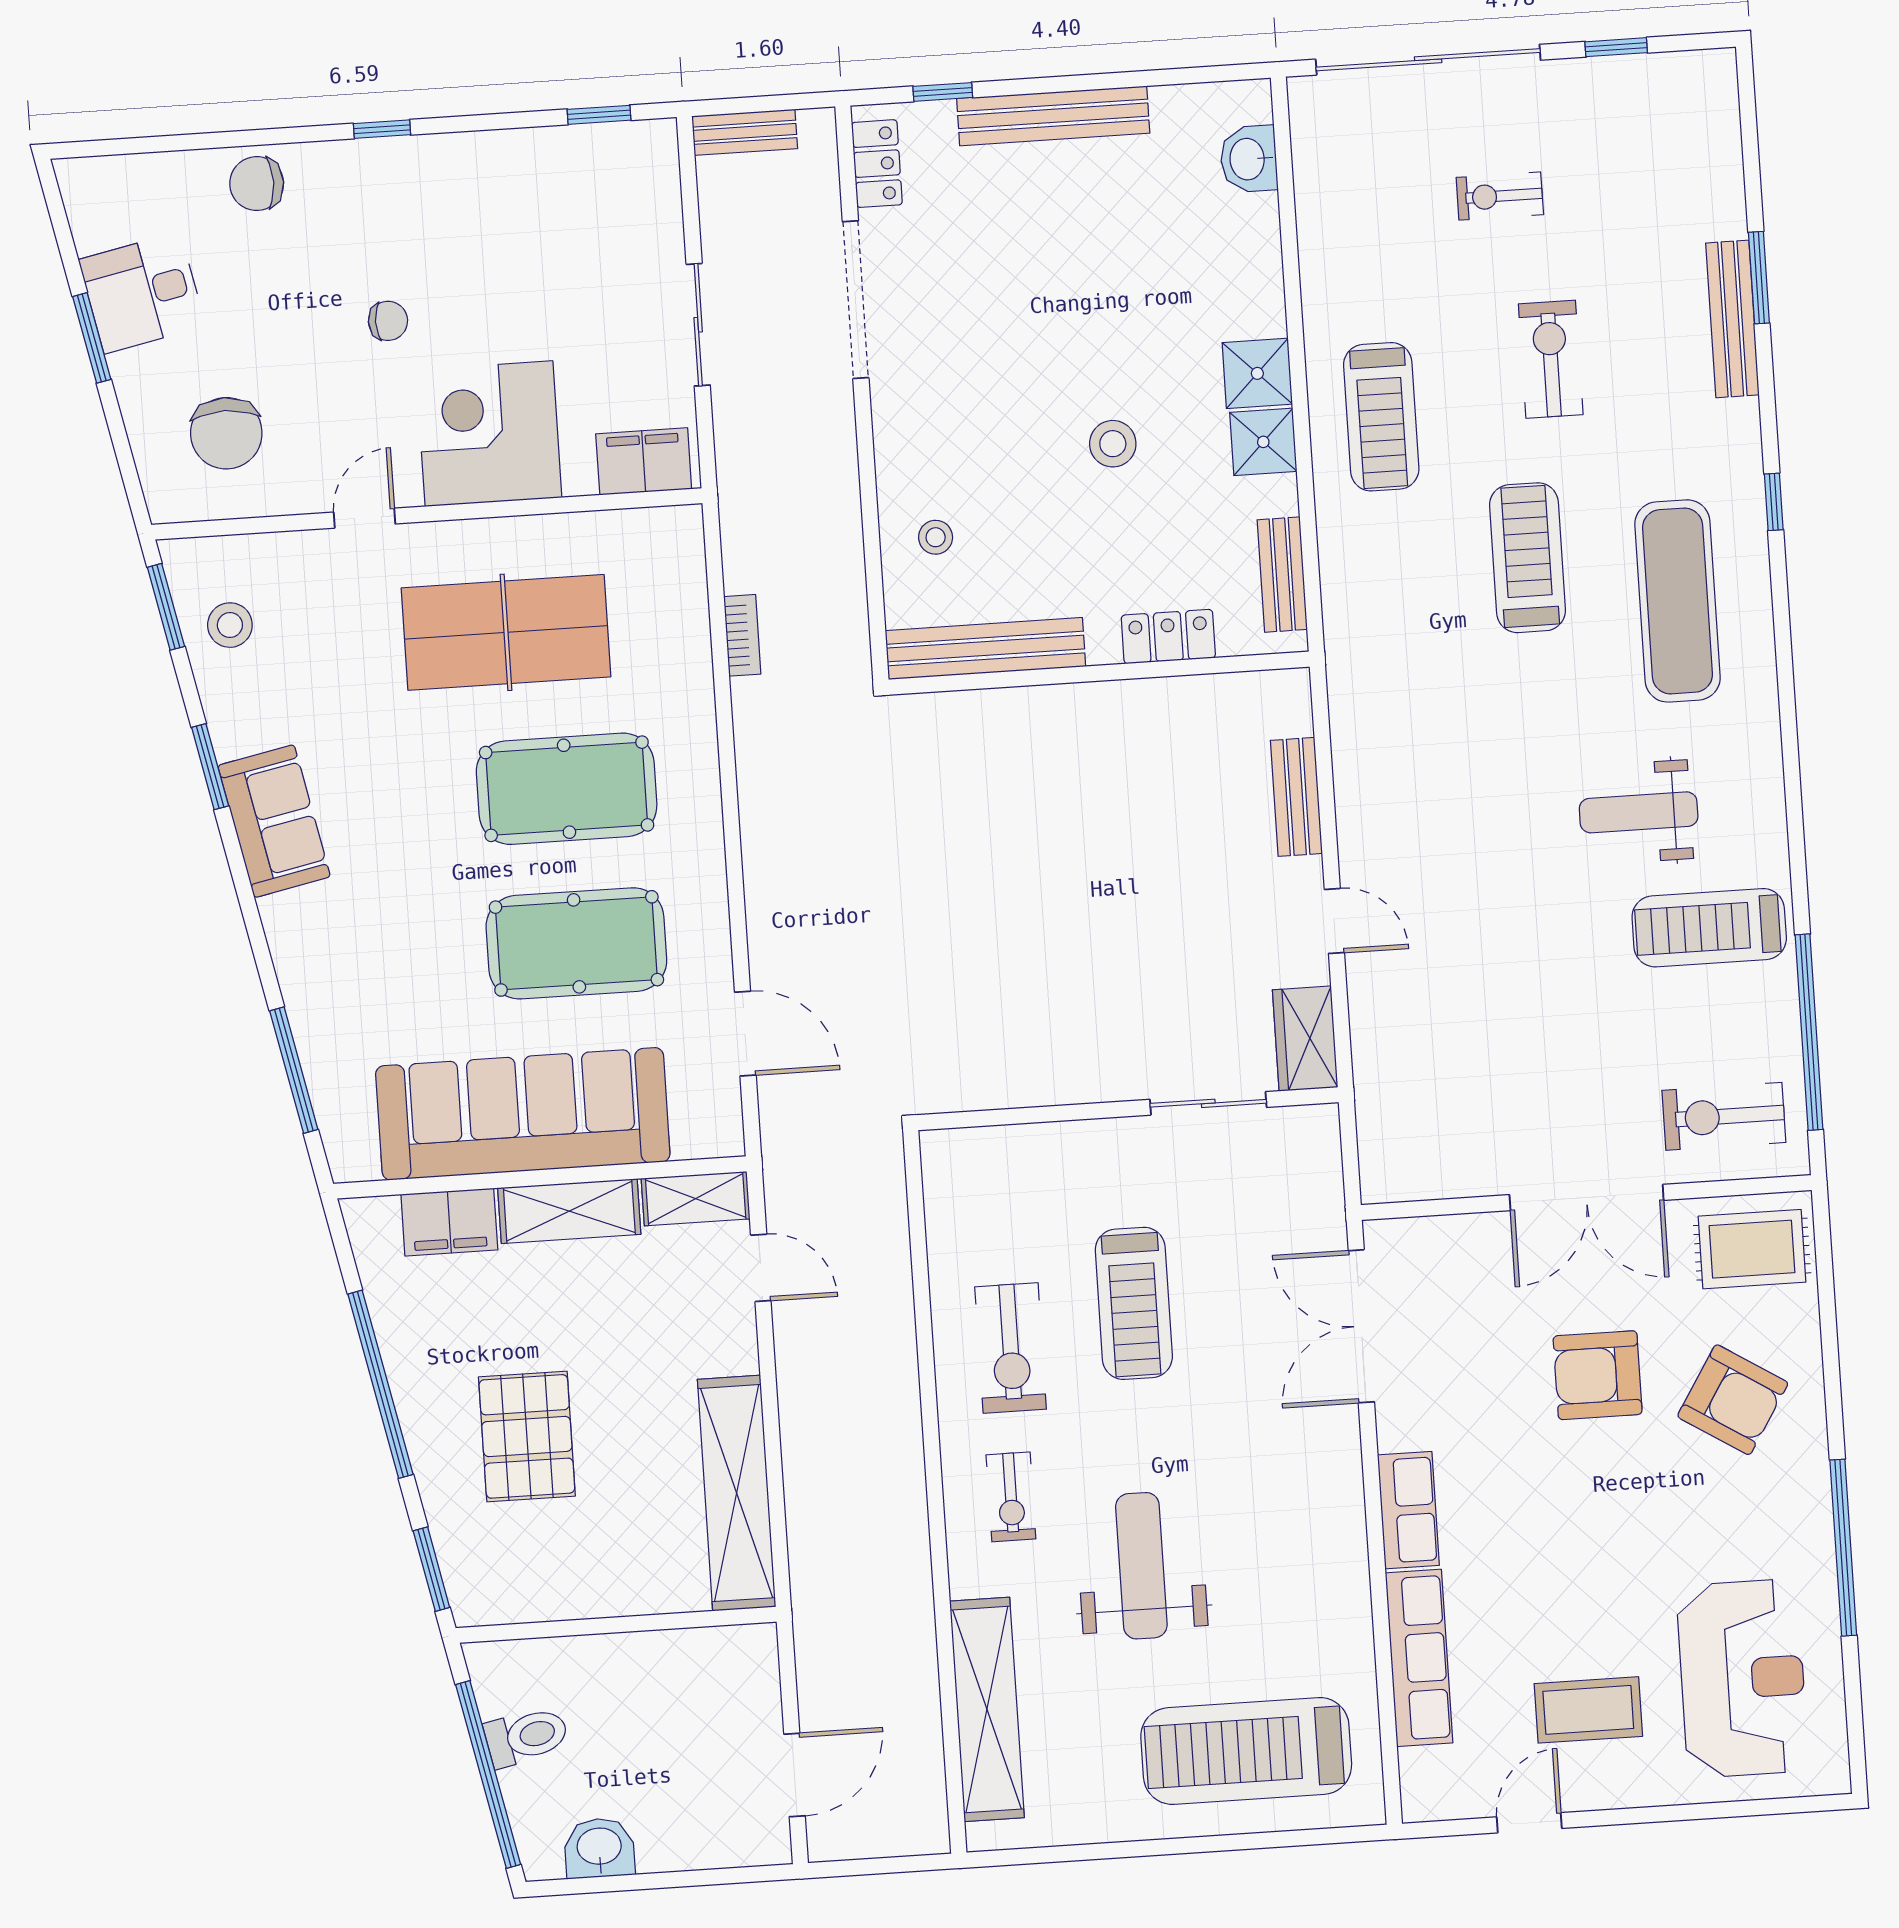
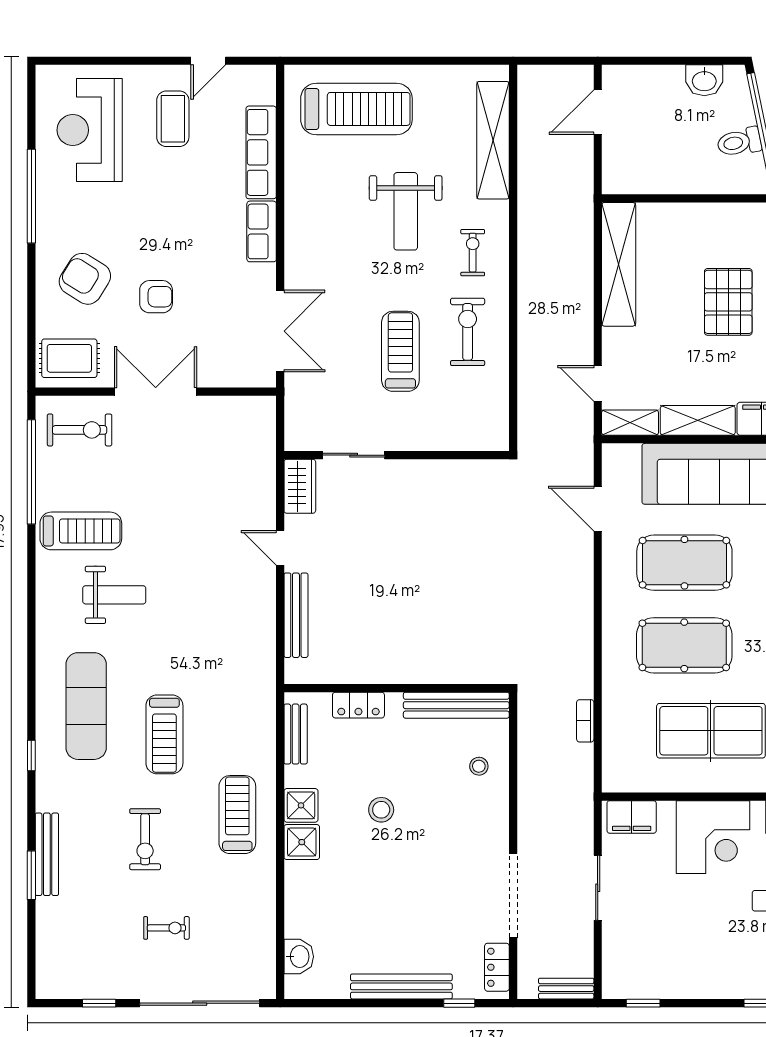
bench: (1296, 797) -> (296, 615), width x1.36
armchair: (1598, 1375) -> (156, 297), width x0.72, depth x0.72
coffee table: (1588, 1710) -> (173, 119), turned 90

